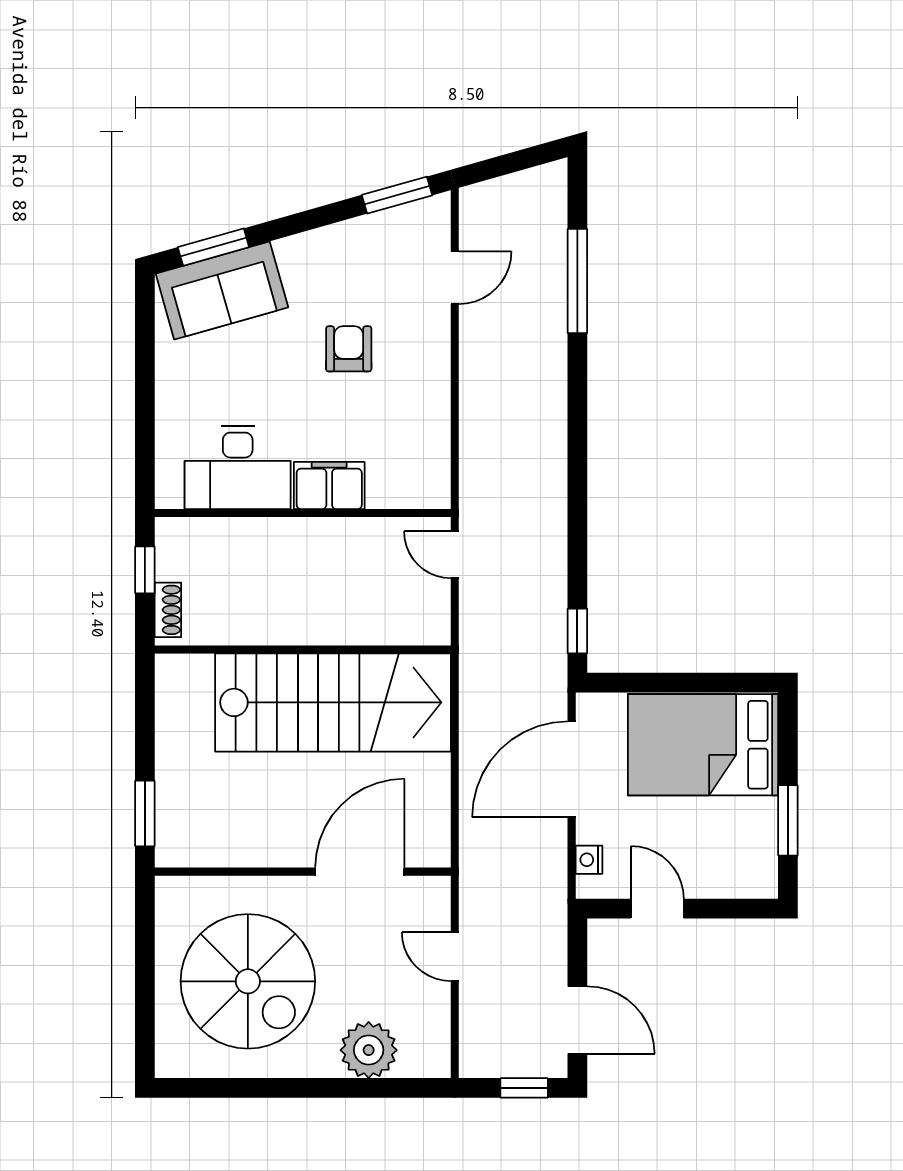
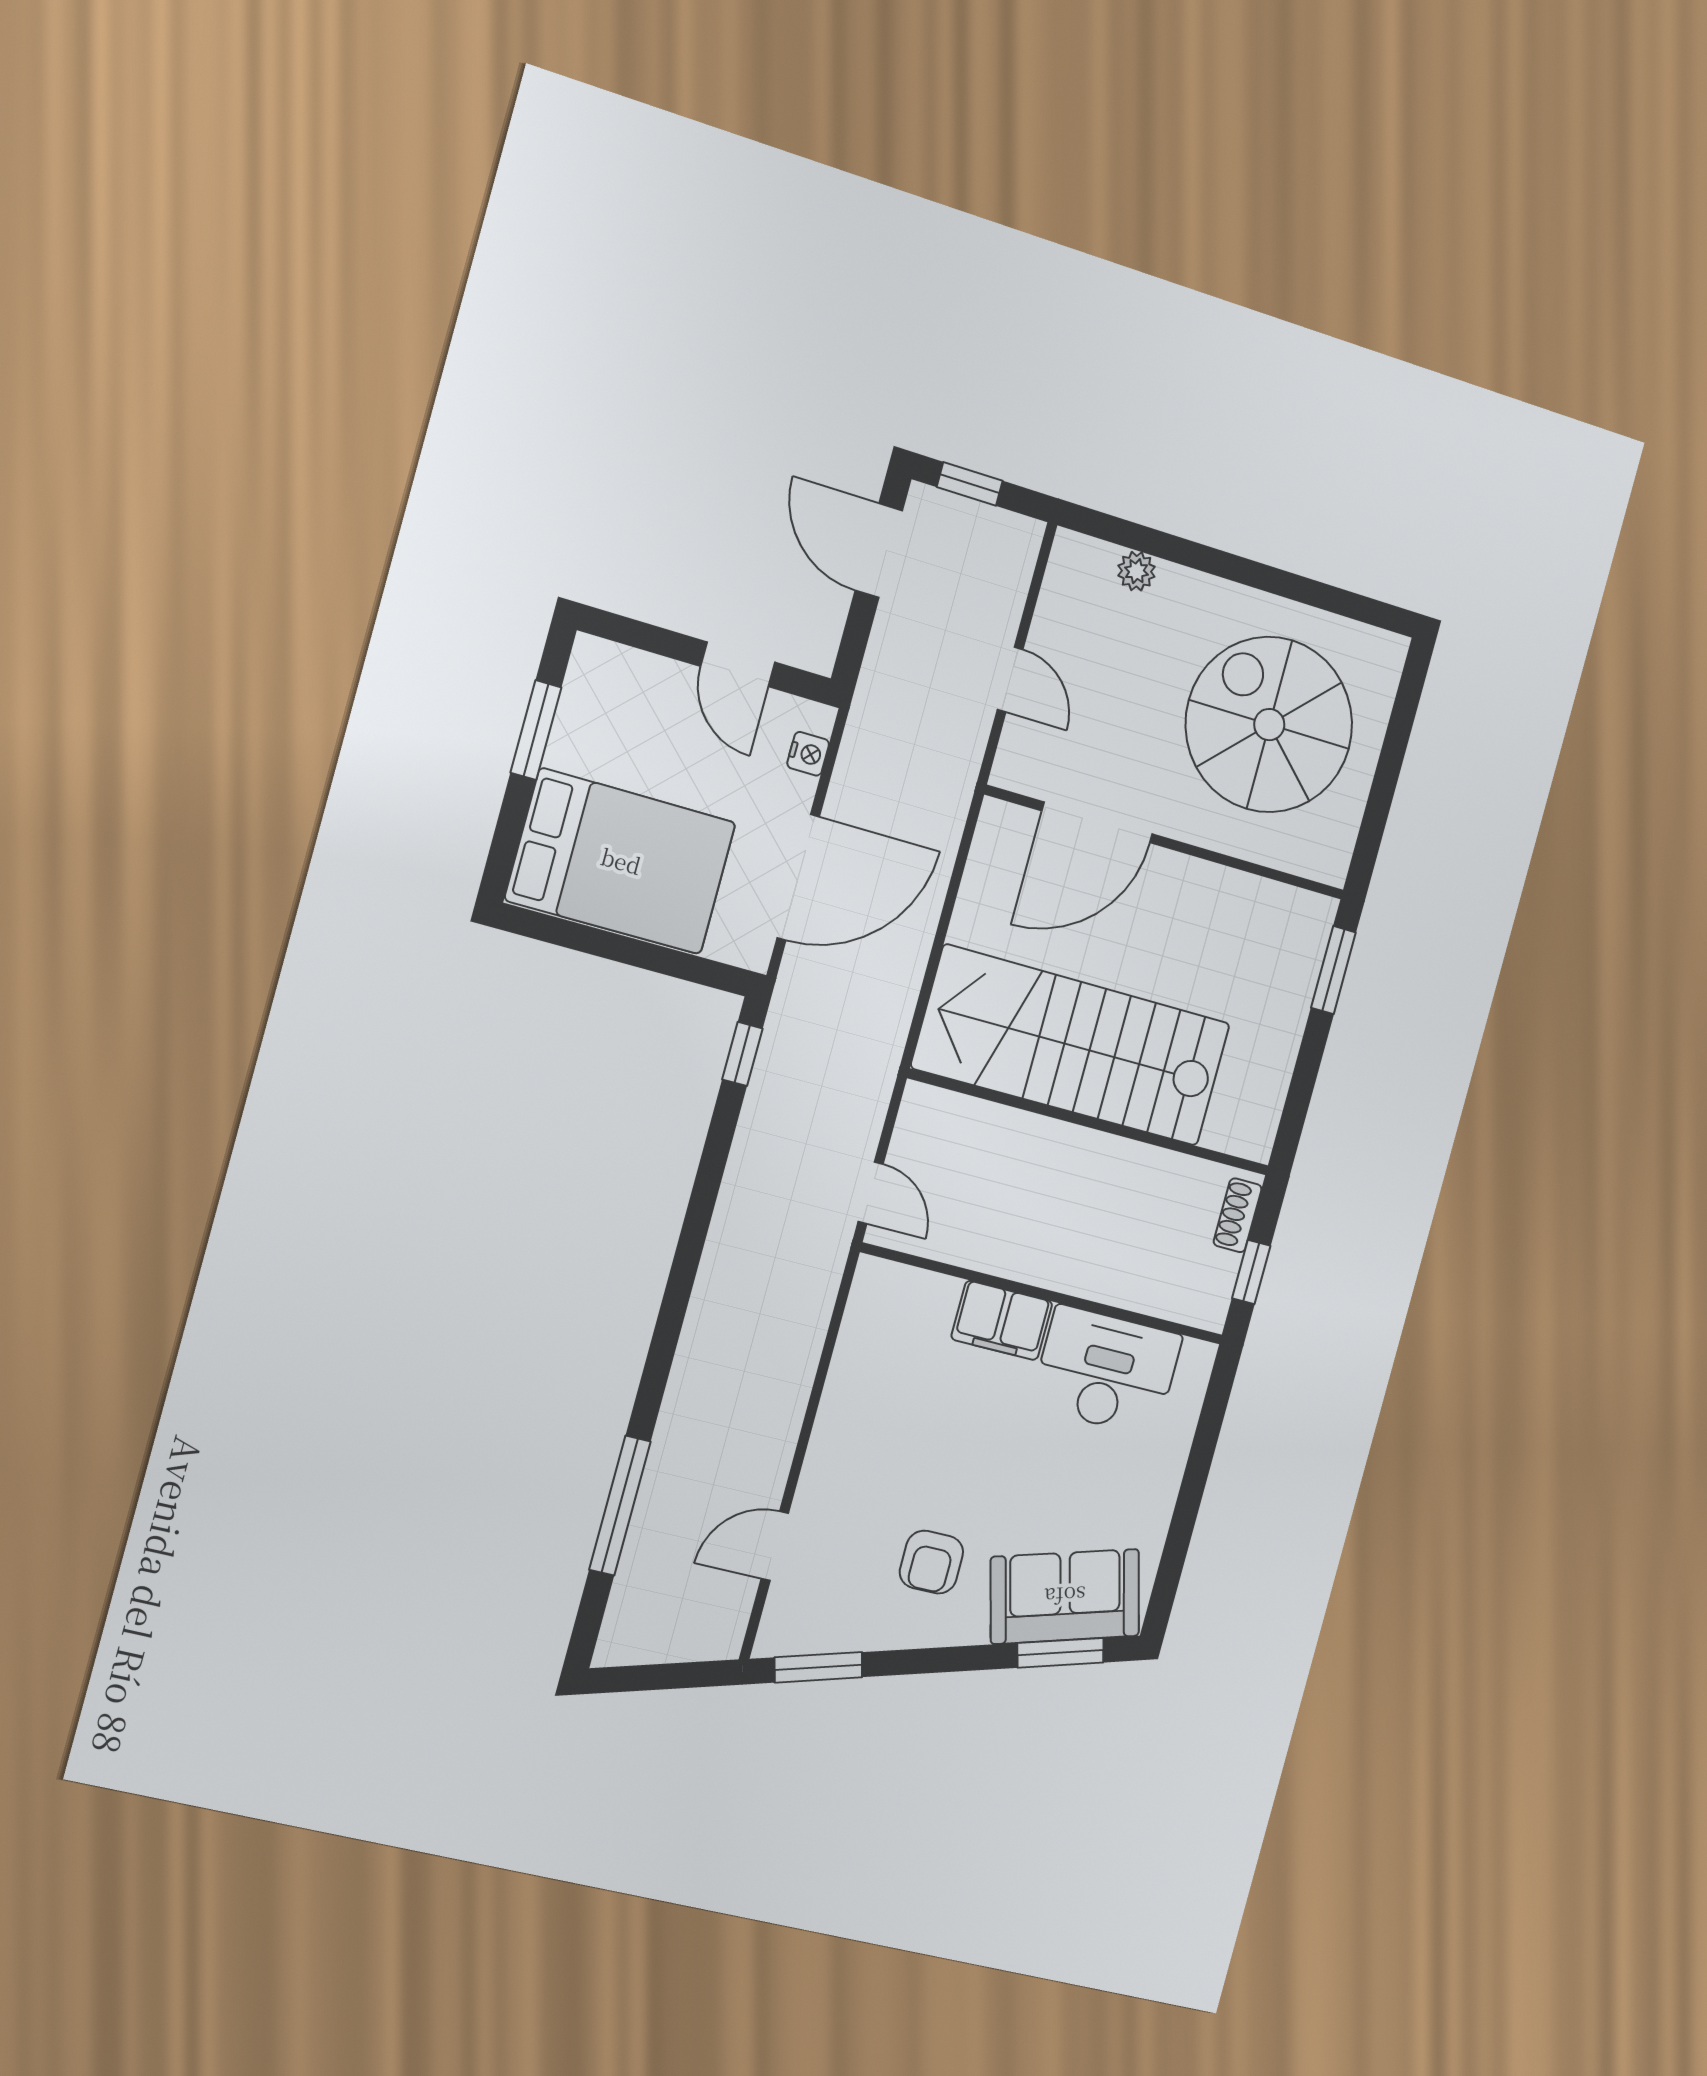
armchair: (349, 349) -> (931, 1562), moved
plant: (369, 1050) -> (1136, 571), width x0.53, depth x0.53

